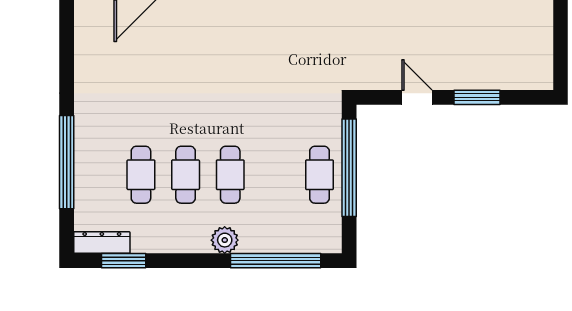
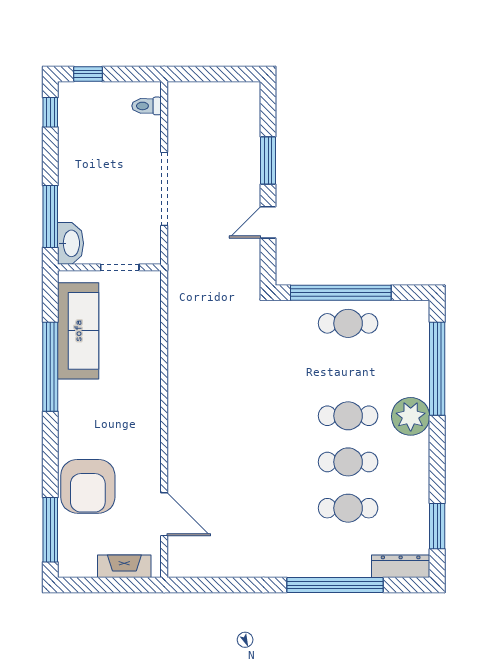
plant: (225, 240) -> (411, 416), width x1.36, depth x1.36
dresser: (102, 243) -> (401, 566), moved, turned 90

